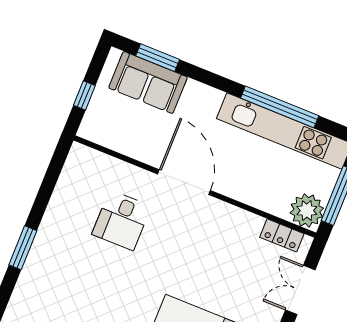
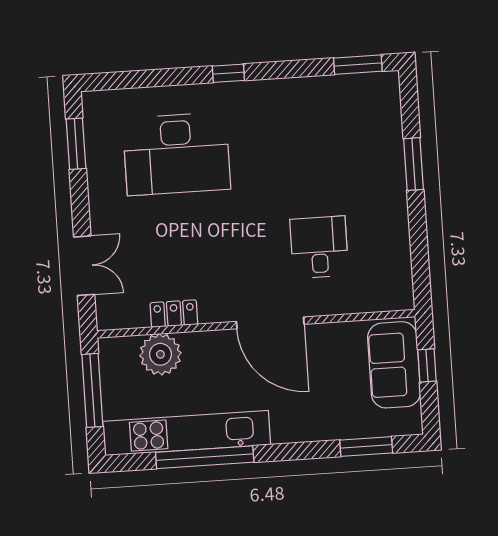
sofa: (148, 82) -> (394, 365), moved, turned -90
plant: (307, 211) -> (160, 354), moved
locker: (282, 235) -> (174, 314), moved

